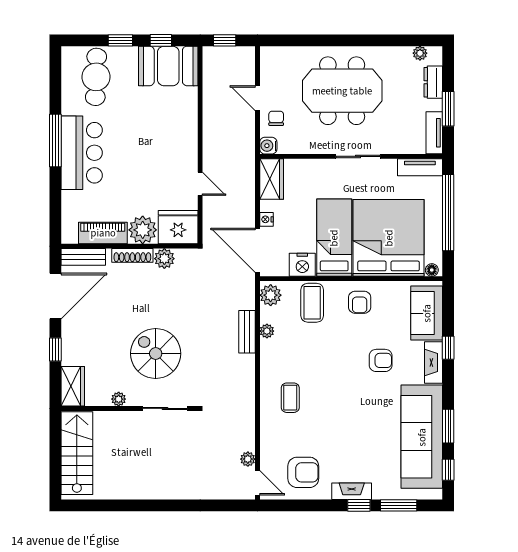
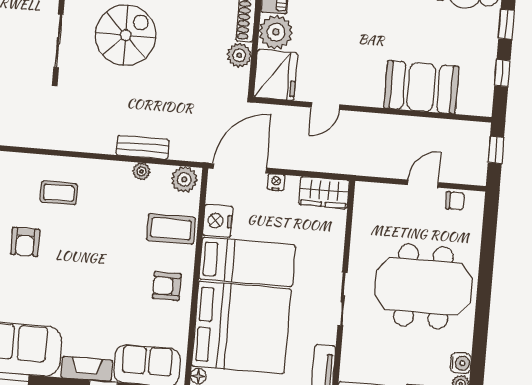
booth: (168, 66) -> (421, 87), moved, turned 90
meeting table: (342, 91) -> (423, 286), turned 90
chair: (276, 118) -> (455, 201), moved
water cooler: (268, 146) -> (461, 363), moved, turned 90
armchair: (381, 360) -> (25, 242), moved

